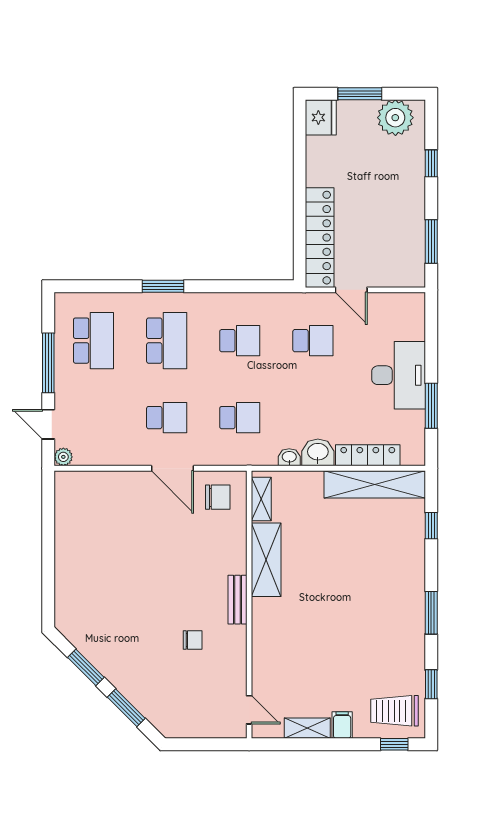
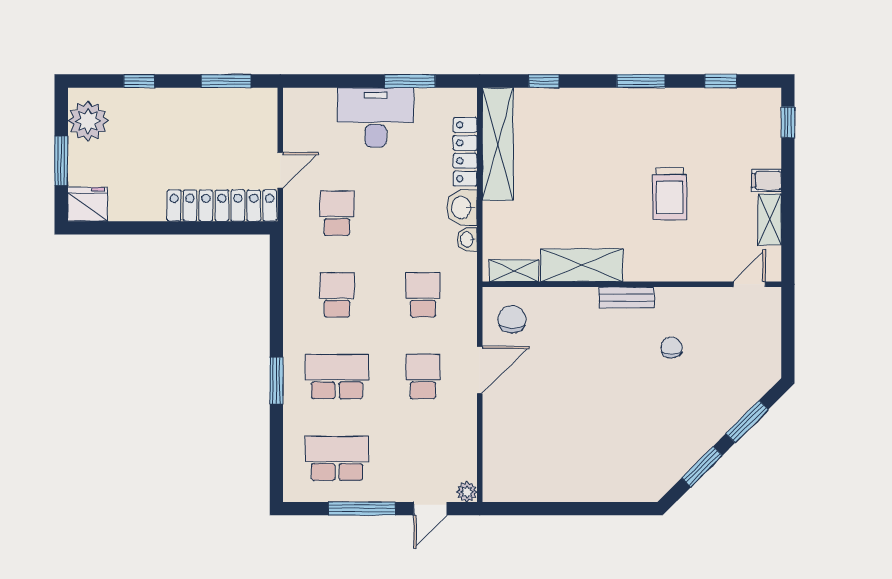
trolley: (395, 711) -> (670, 194), moved

